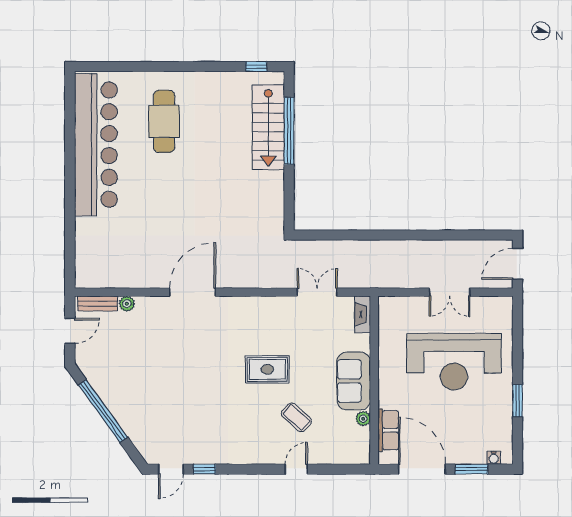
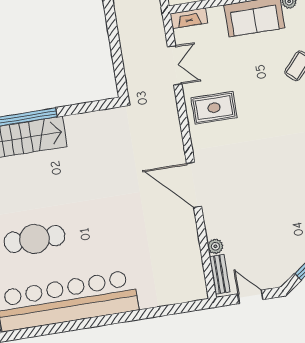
double door: (317, 292) -> (175, 65), swing flipped
rug: (267, 369) -> (214, 108), moved, turned 90

